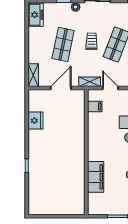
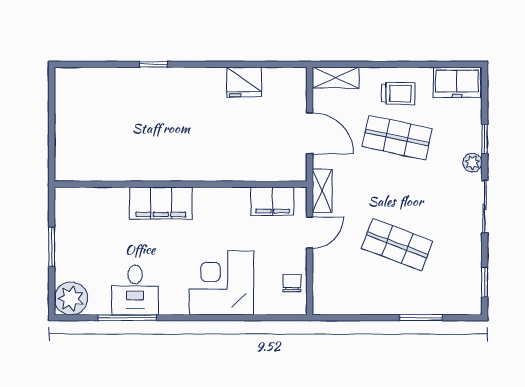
trolley: (92, 41) -> (398, 93), moved
filing cabinet: (95, 106) -> (272, 201), width x2.00
filing cabinet: (96, 177) -> (161, 203), moved

